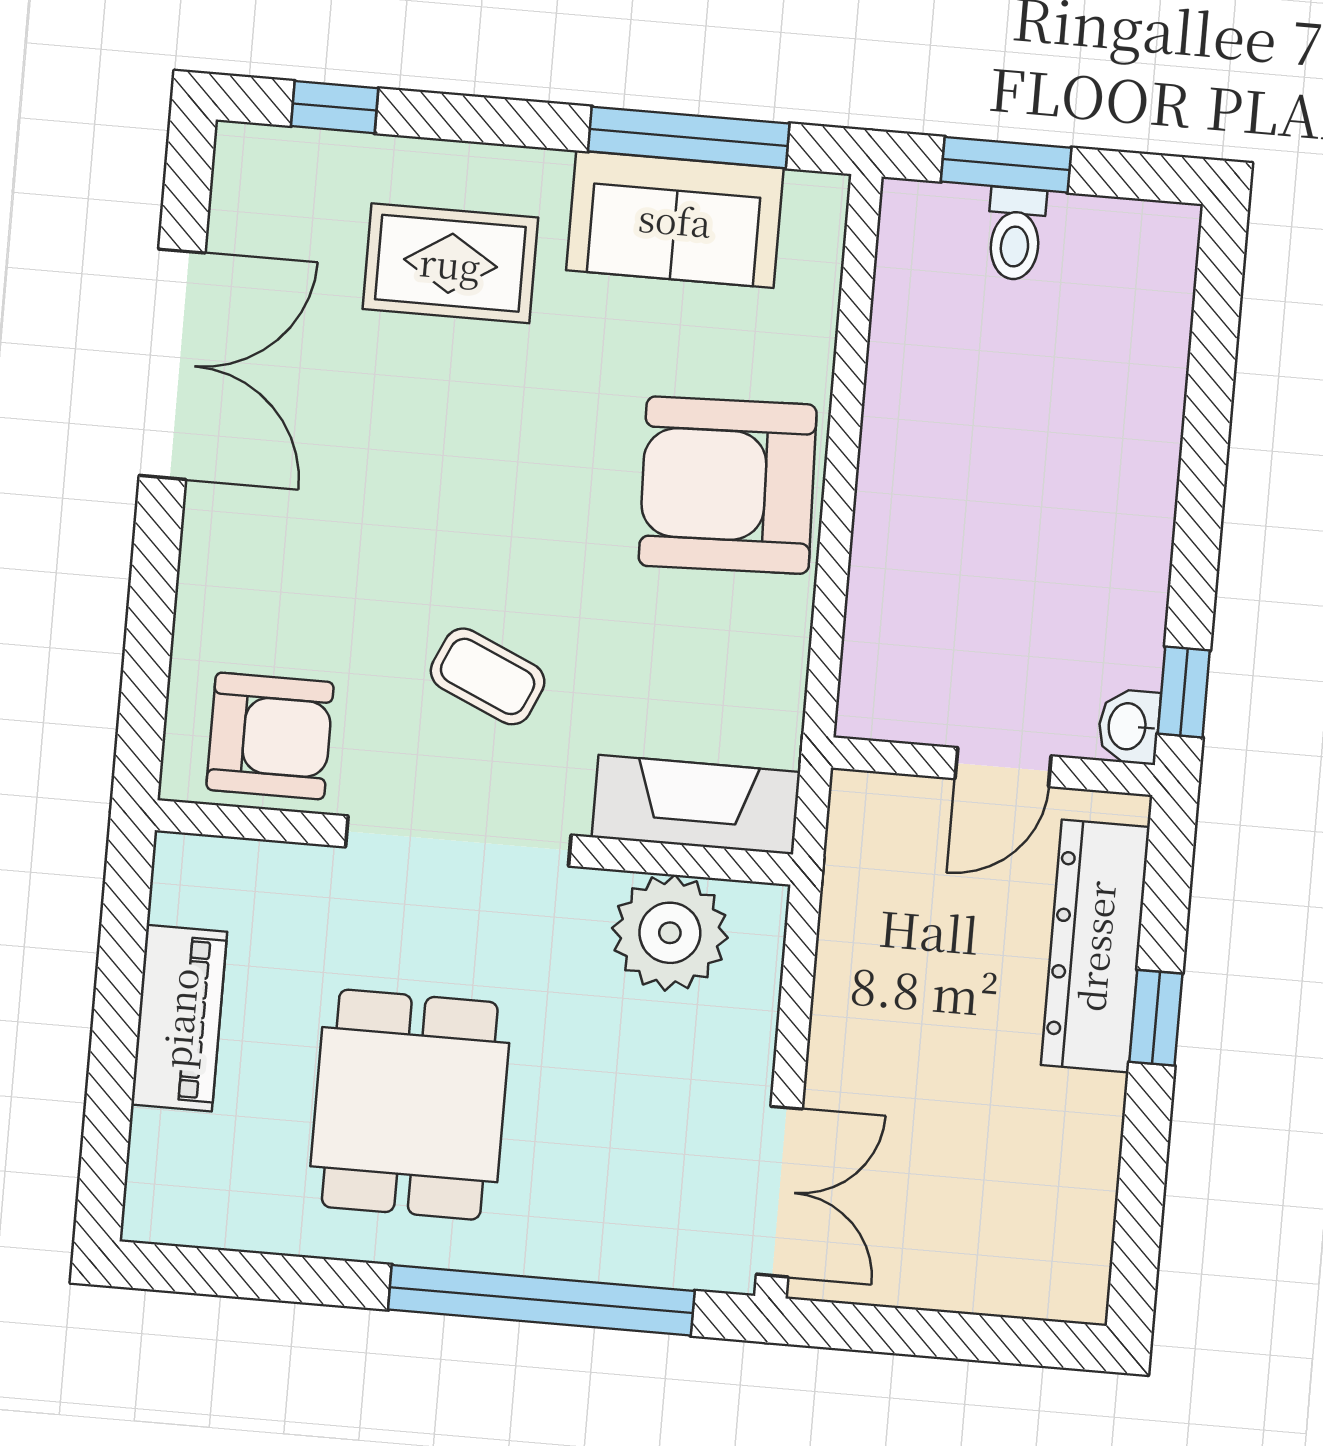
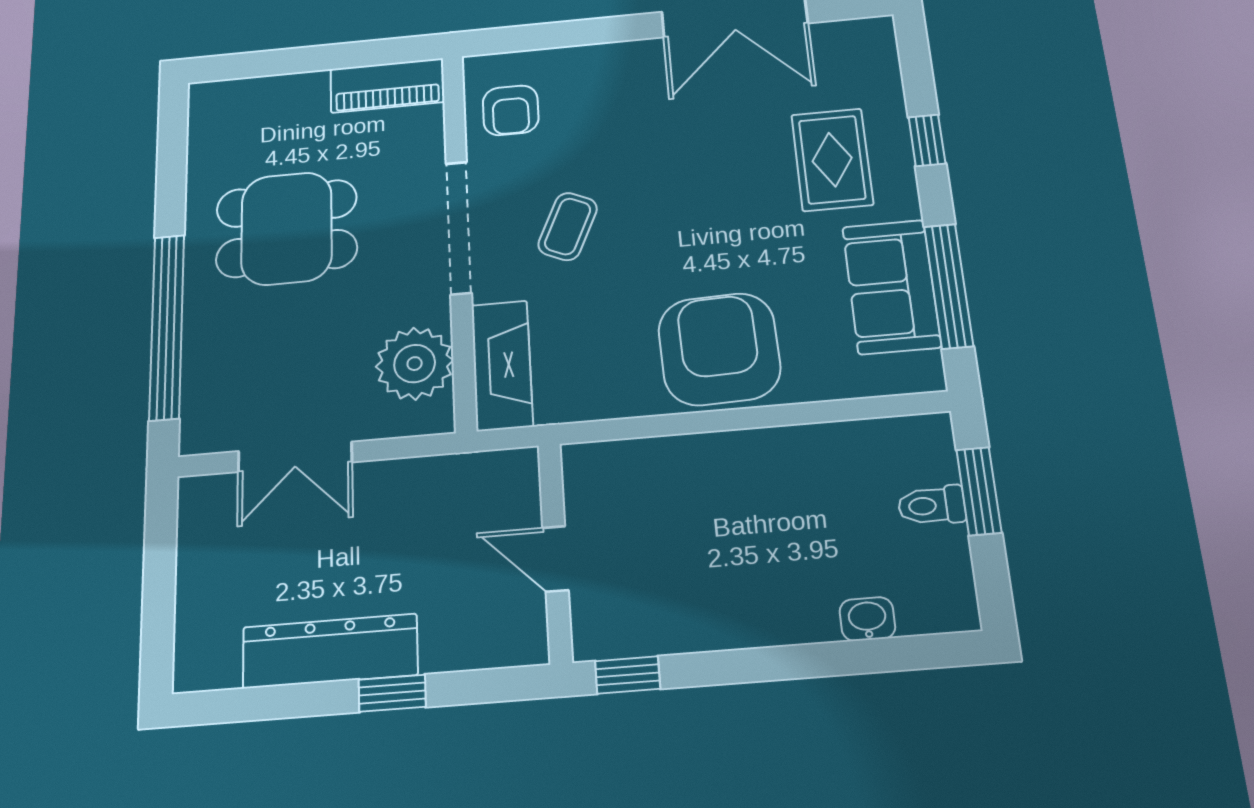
window: (335, 107) -> (927, 140), moved
washbasin: (1129, 726) -> (867, 619), moved
armchair: (270, 736) -> (511, 110), width x0.72, depth x0.72
dresser: (1095, 946) -> (330, 651), moved
piano: (179, 1018) -> (387, 86), moved
double door: (779, 1192) -> (295, 457), moved

